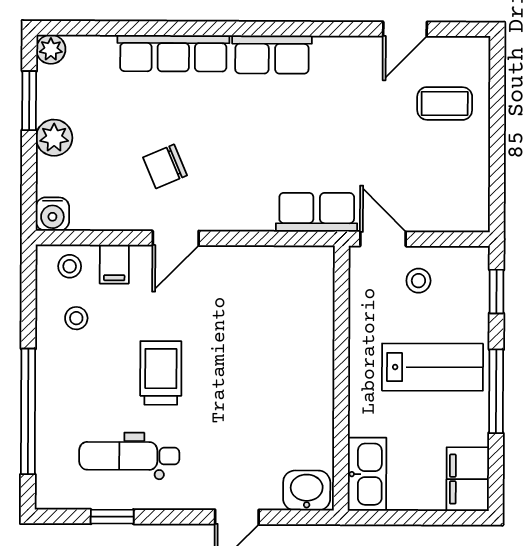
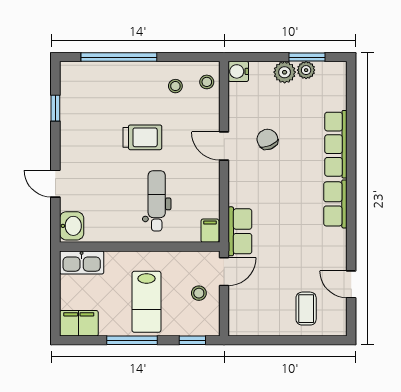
plant: (51, 49) -> (306, 70), moved
filing cabinet: (114, 264) -> (210, 231), moved, turned 90
dental chair: (129, 456) -> (157, 201), moved

